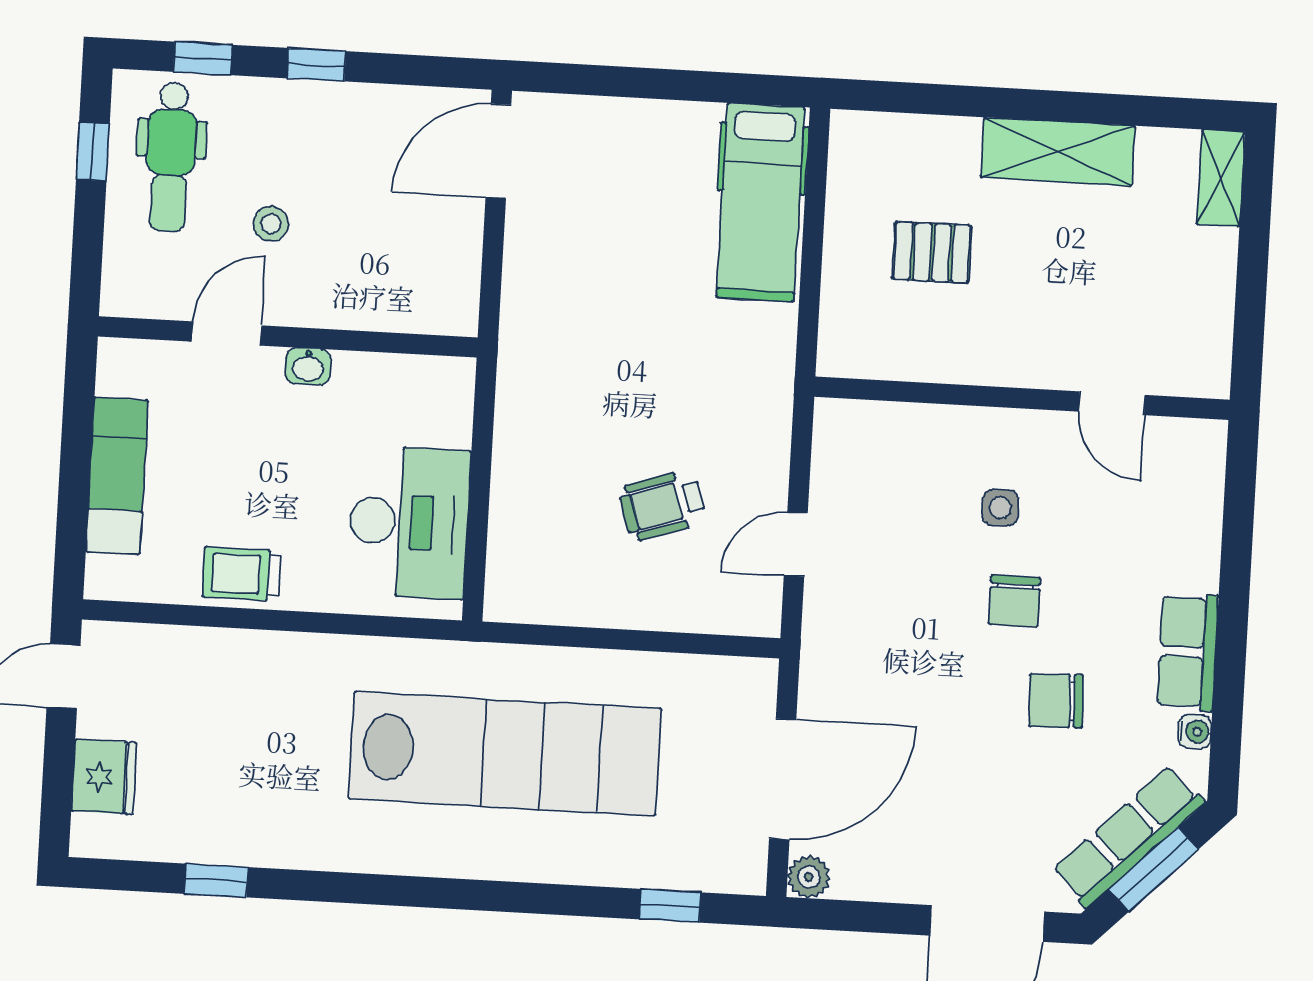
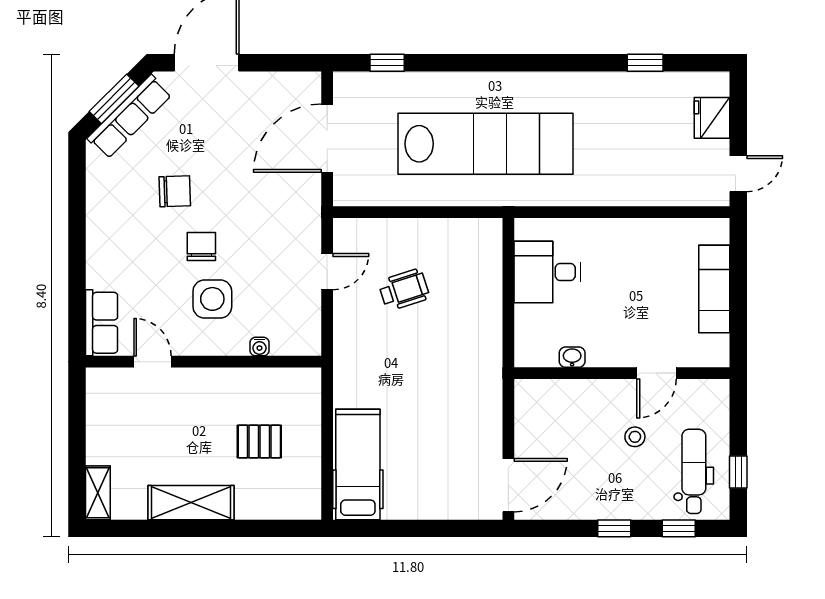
washbasin: (308, 366) -> (572, 357), moved
side table: (1000, 508) -> (212, 299), width x1.87, depth x1.87
desk: (409, 522) -> (547, 272), width x0.73
trolley: (241, 574) -> (641, 237), removed
row of seats: (1188, 652) -> (102, 323), moved
water cooler: (1195, 731) -> (259, 347), moved, turned -90
lab bench: (505, 754) -> (485, 144), turned 180
plant: (809, 877) -> (309, 83), removed

